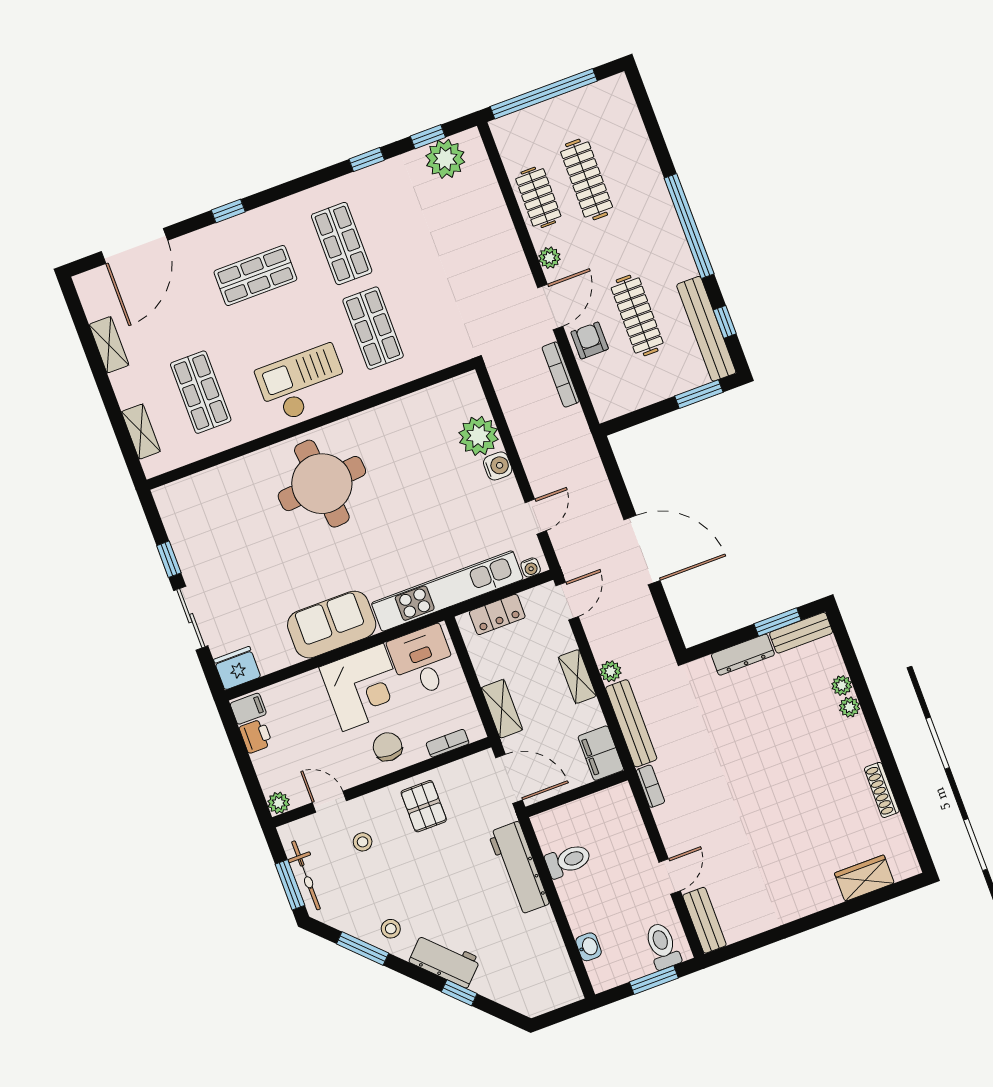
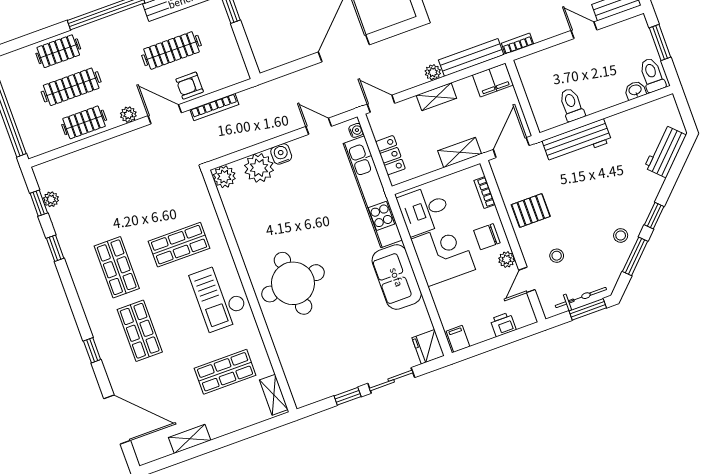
plant: (445, 159) -> (51, 199), width x0.53, depth x0.53
clothes rail: (635, 162) -> (58, 51), added
shop shelf: (342, 244) -> (117, 267), turned 90
plant: (466, 389) -> (224, 177), added
shelving: (141, 432) -> (274, 395), moved, turned 90
printer: (256, 736) -> (503, 324), moved
plant: (279, 803) -> (507, 260), moved
toilet: (662, 946) -> (652, 75), moved, turned 90
workbench: (445, 960) -> (665, 151), moved
window: (459, 993) -> (654, 216), moved

